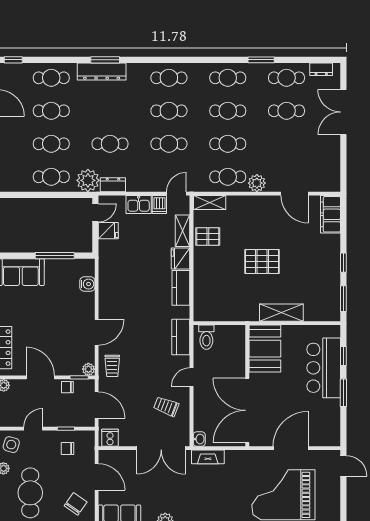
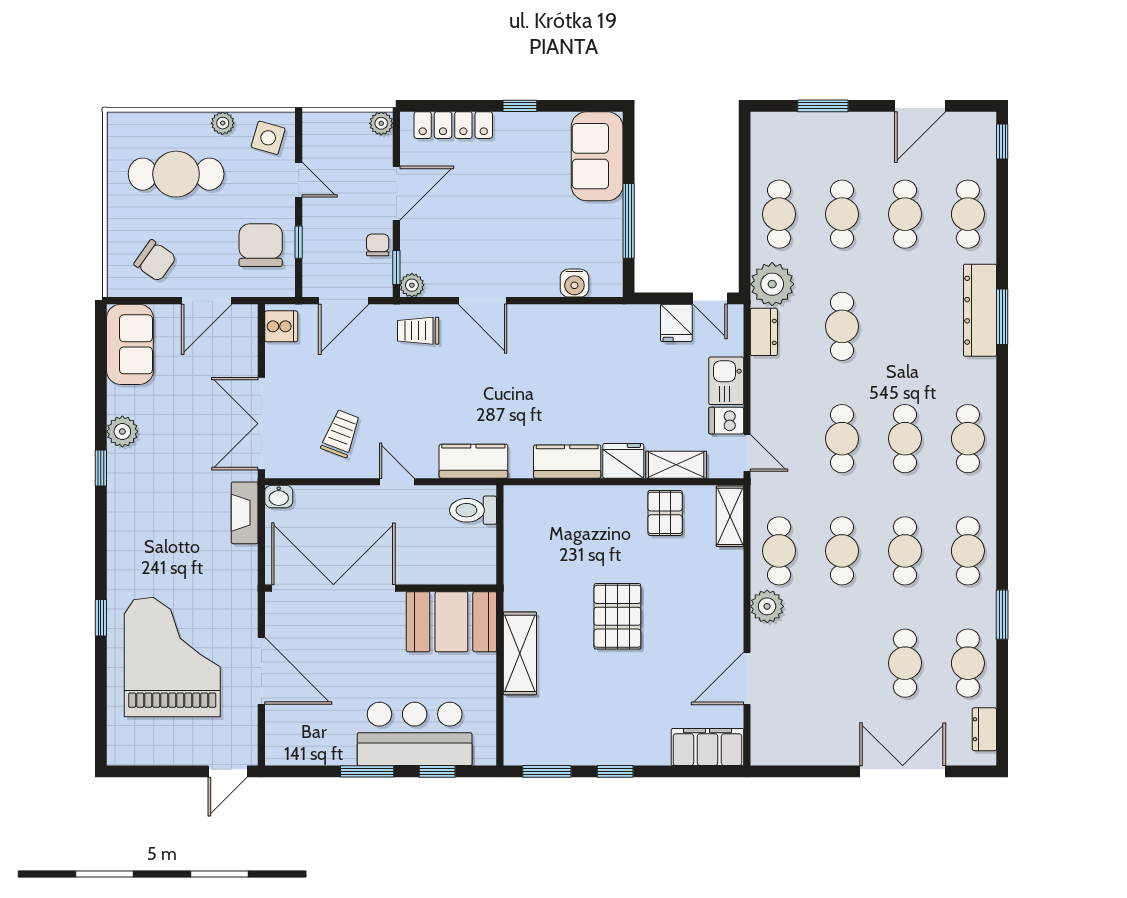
chair: (68, 448) -> (261, 245), width x1.87, depth x1.87

